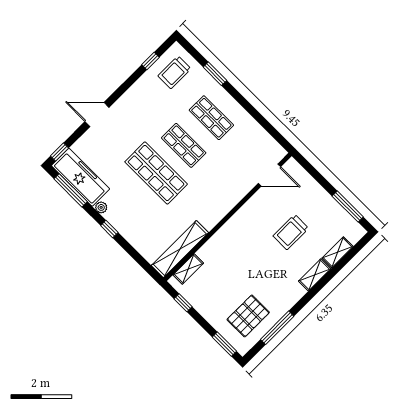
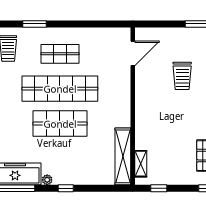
shop shelf: (184, 145) -> (60, 89), width x2.00, depth x1.36

